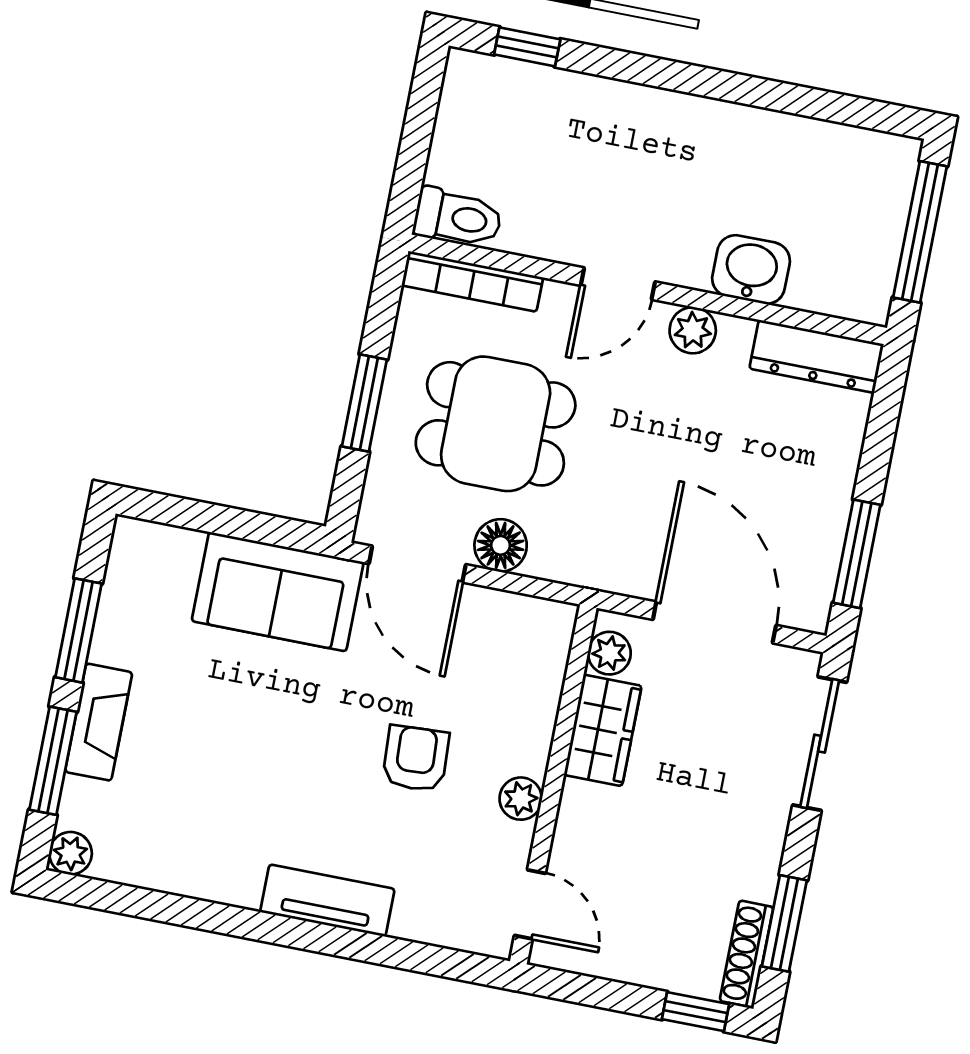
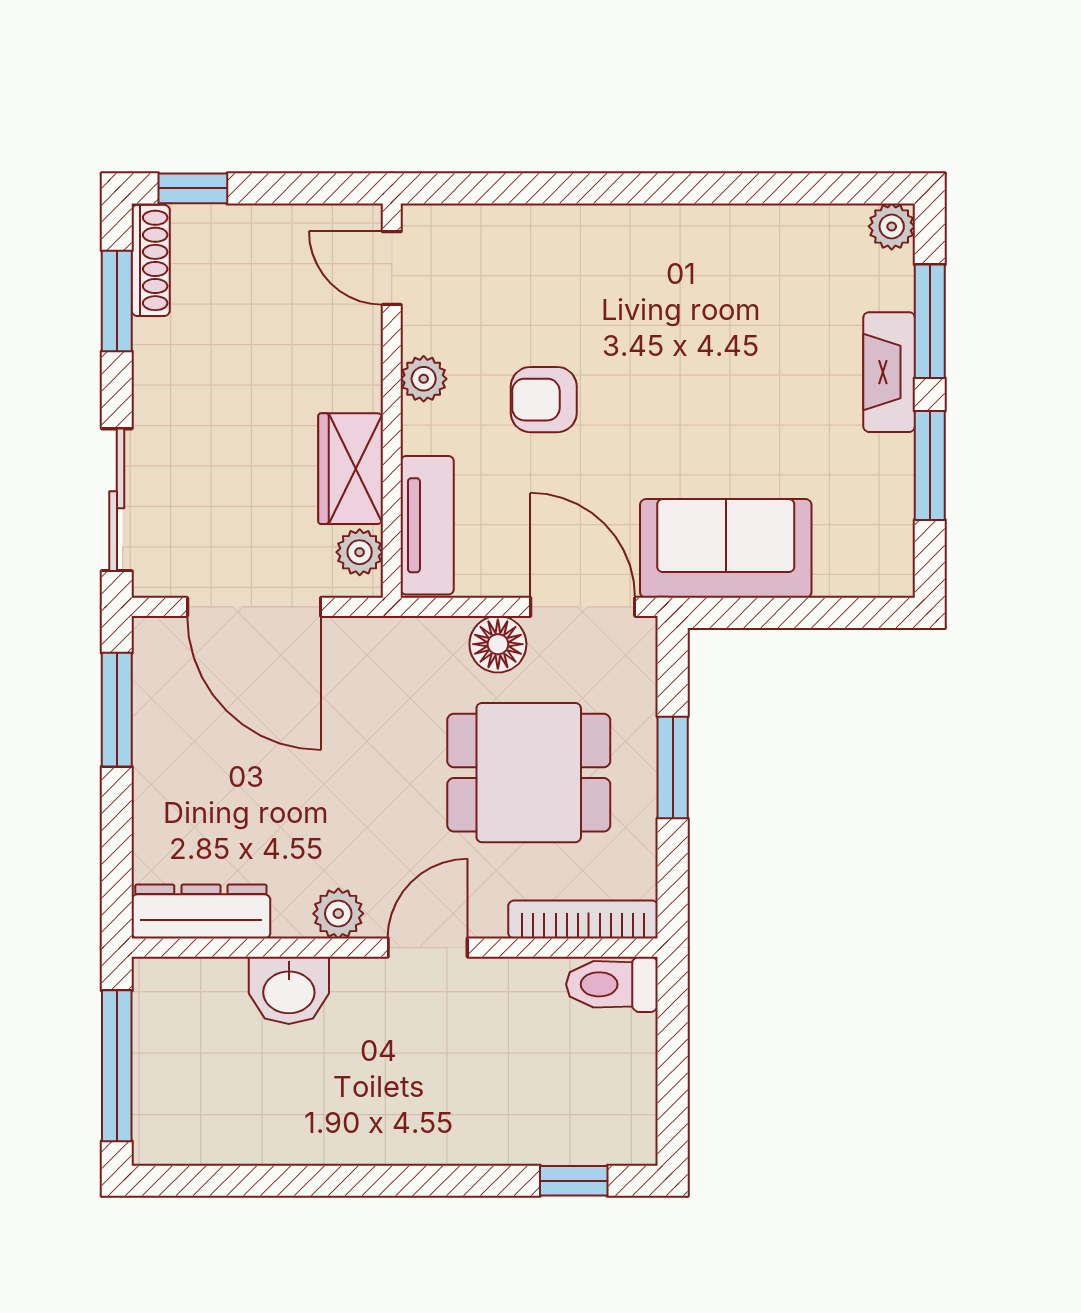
armchair: (416, 758) -> (544, 400), turned 93
tv unit: (327, 900) -> (427, 525), moved, turned -90

